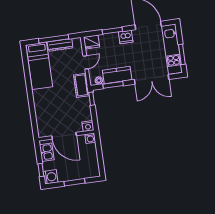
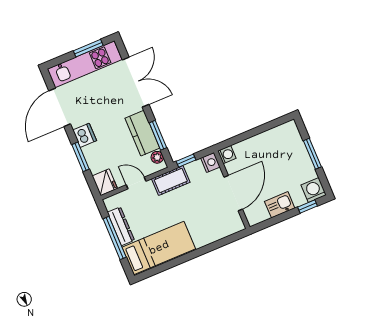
nightstand: (88, 126) -> (210, 163), moved
wall: (66, 135) -> (232, 190), moved
door: (64, 136) -> (233, 193), moved
washing machine: (90, 138) -> (227, 155), moved

